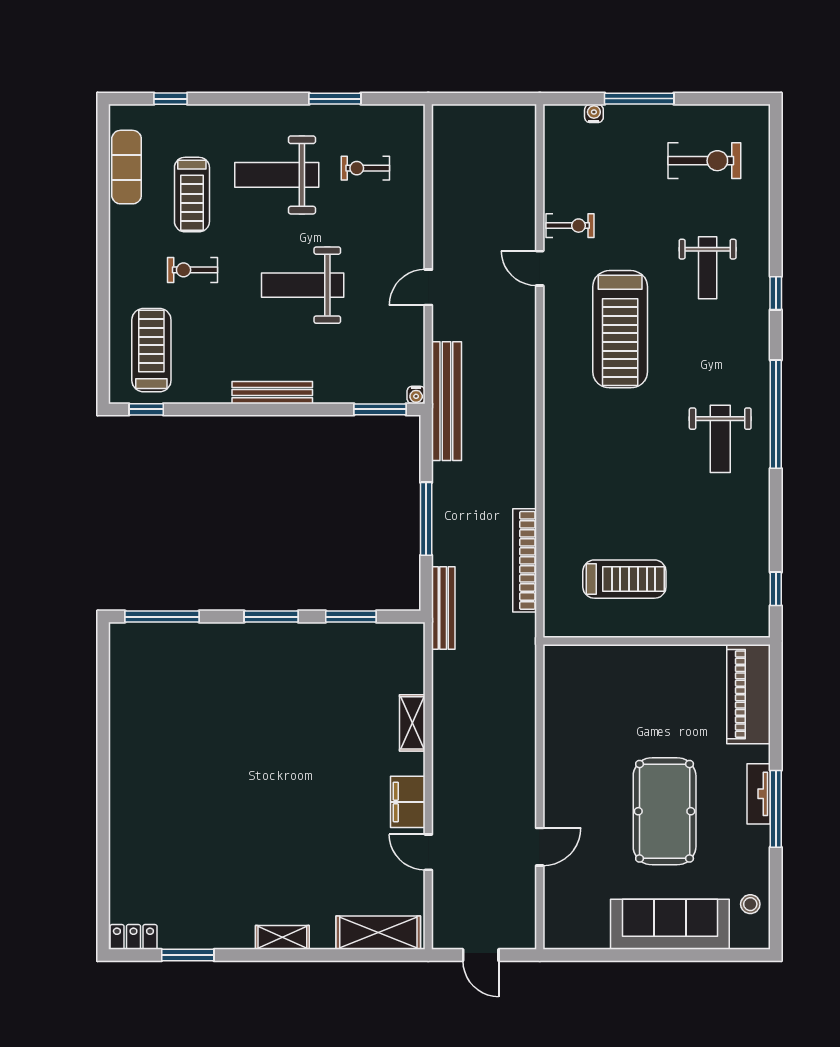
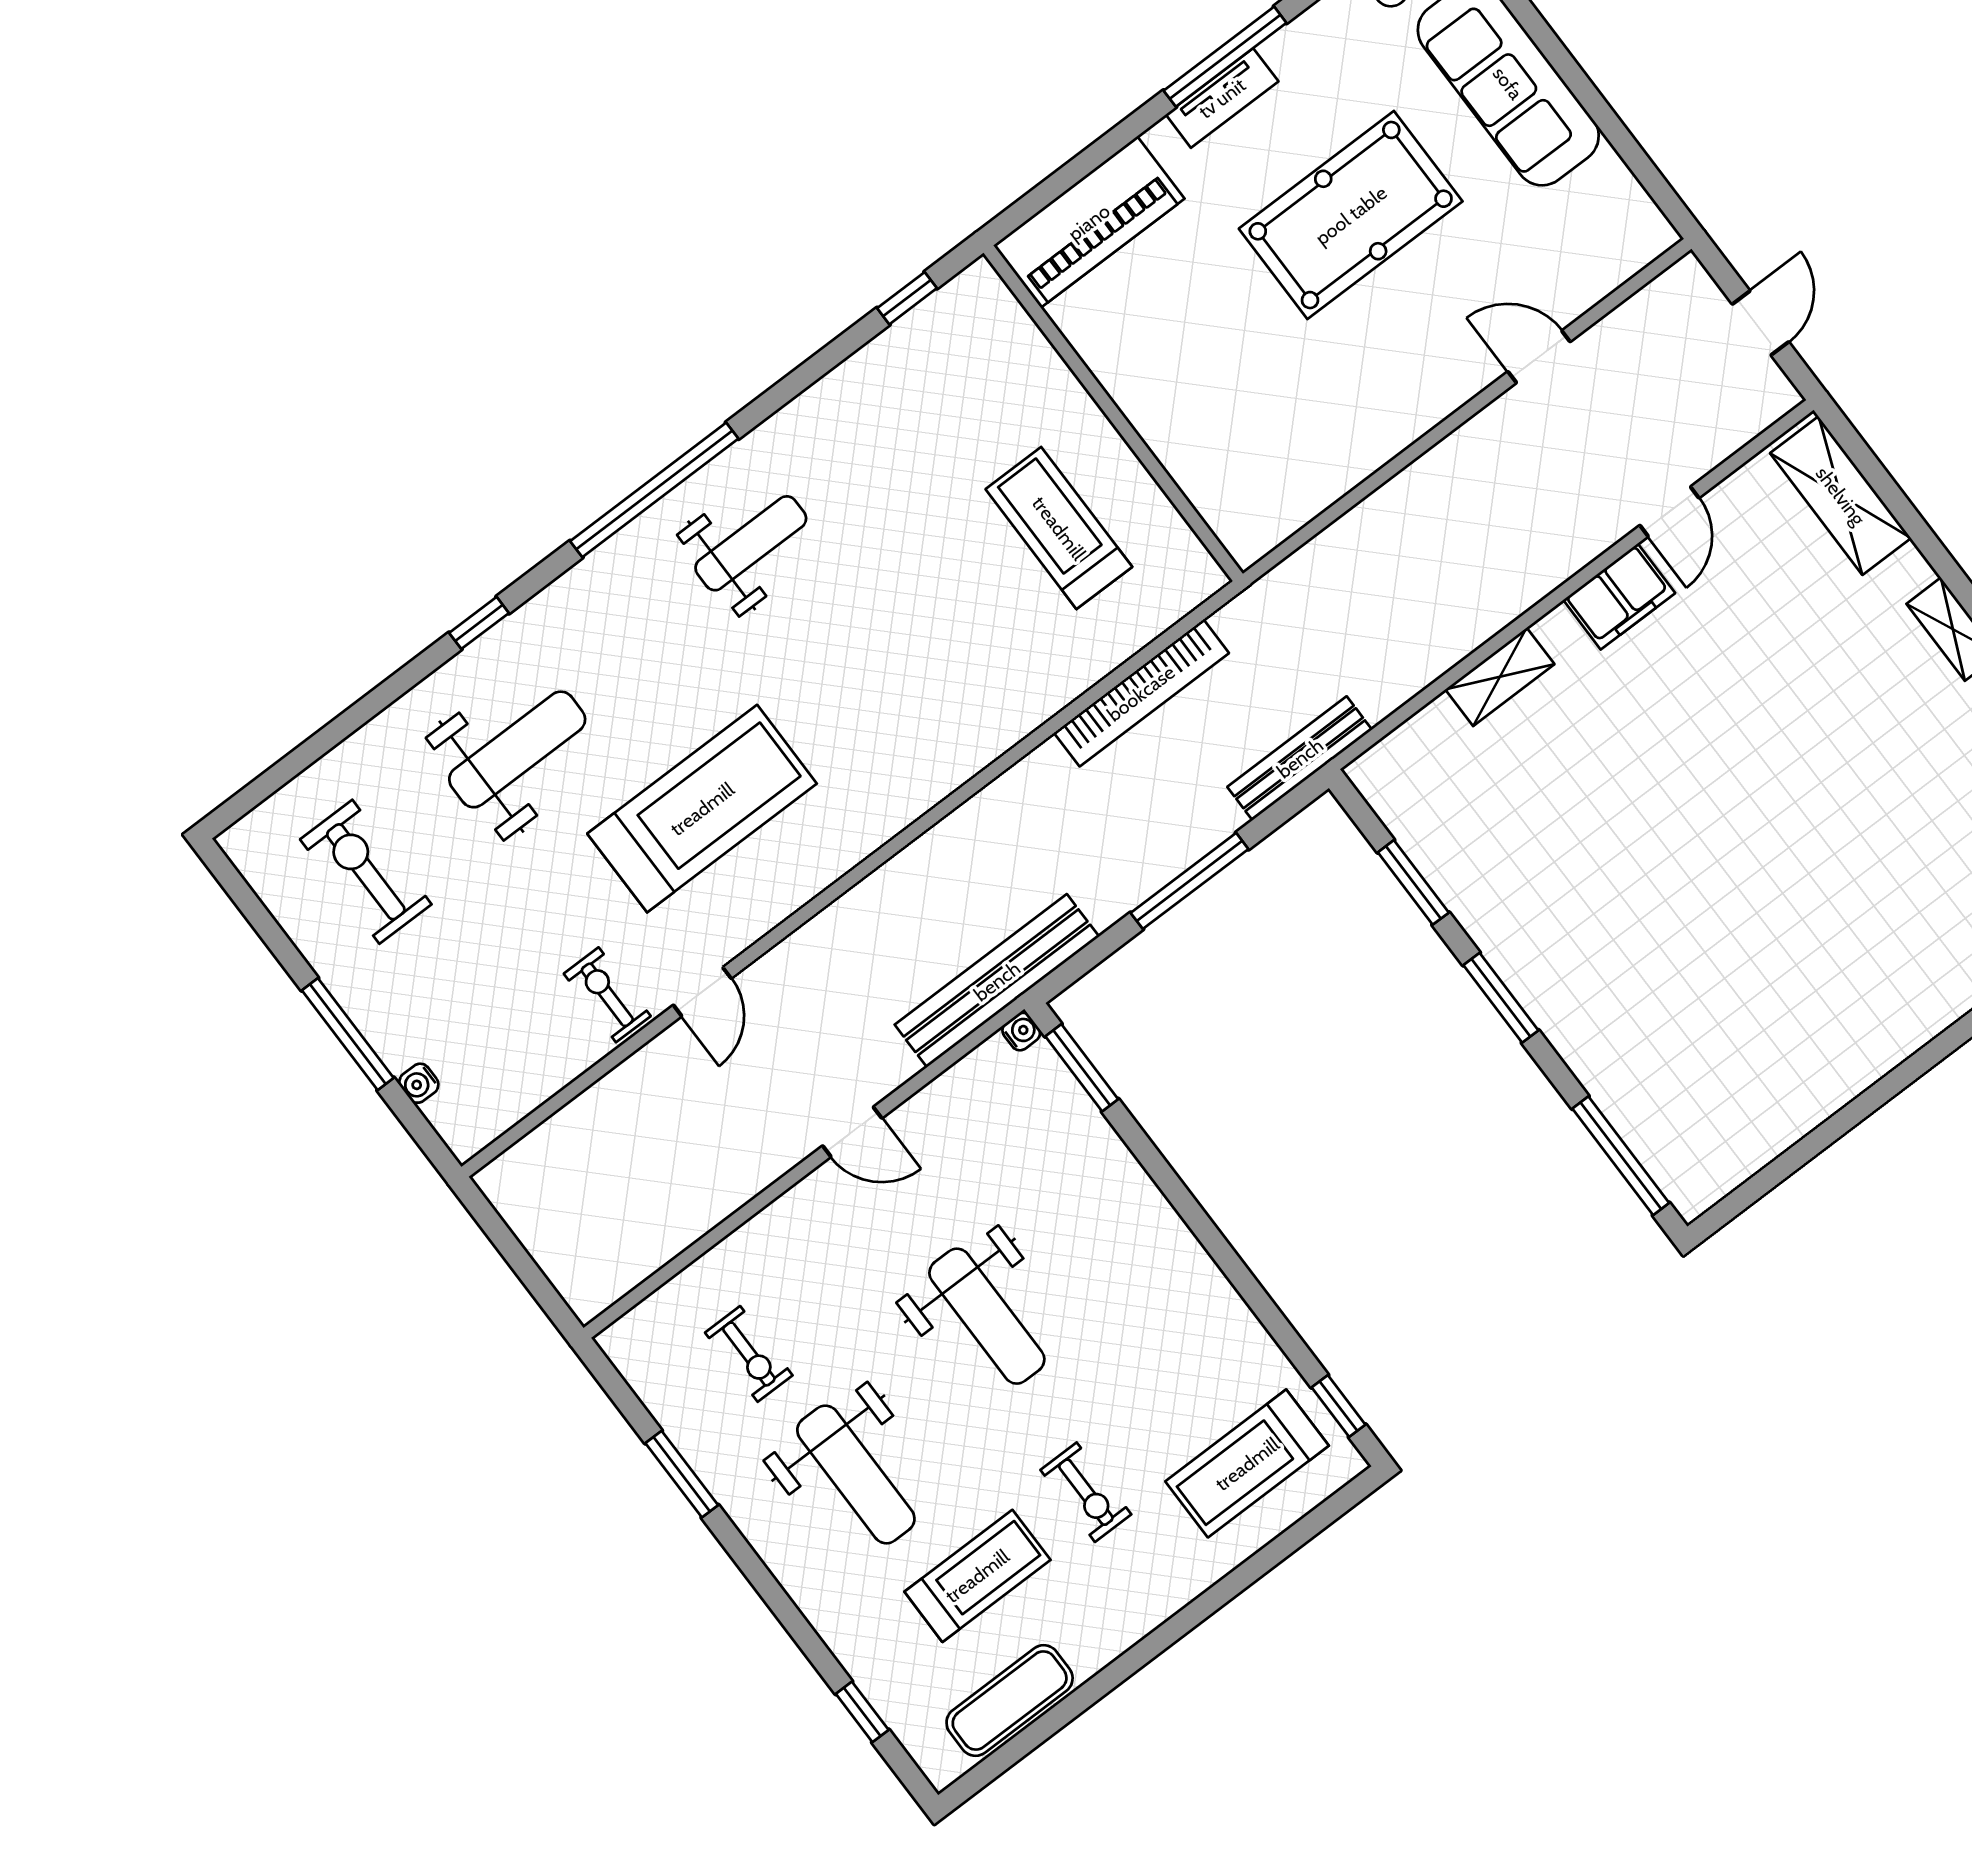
weight bench: (708, 268) -> (517, 749), width x1.36, depth x1.33
bench: (272, 393) -> (1176, 1242), removed

